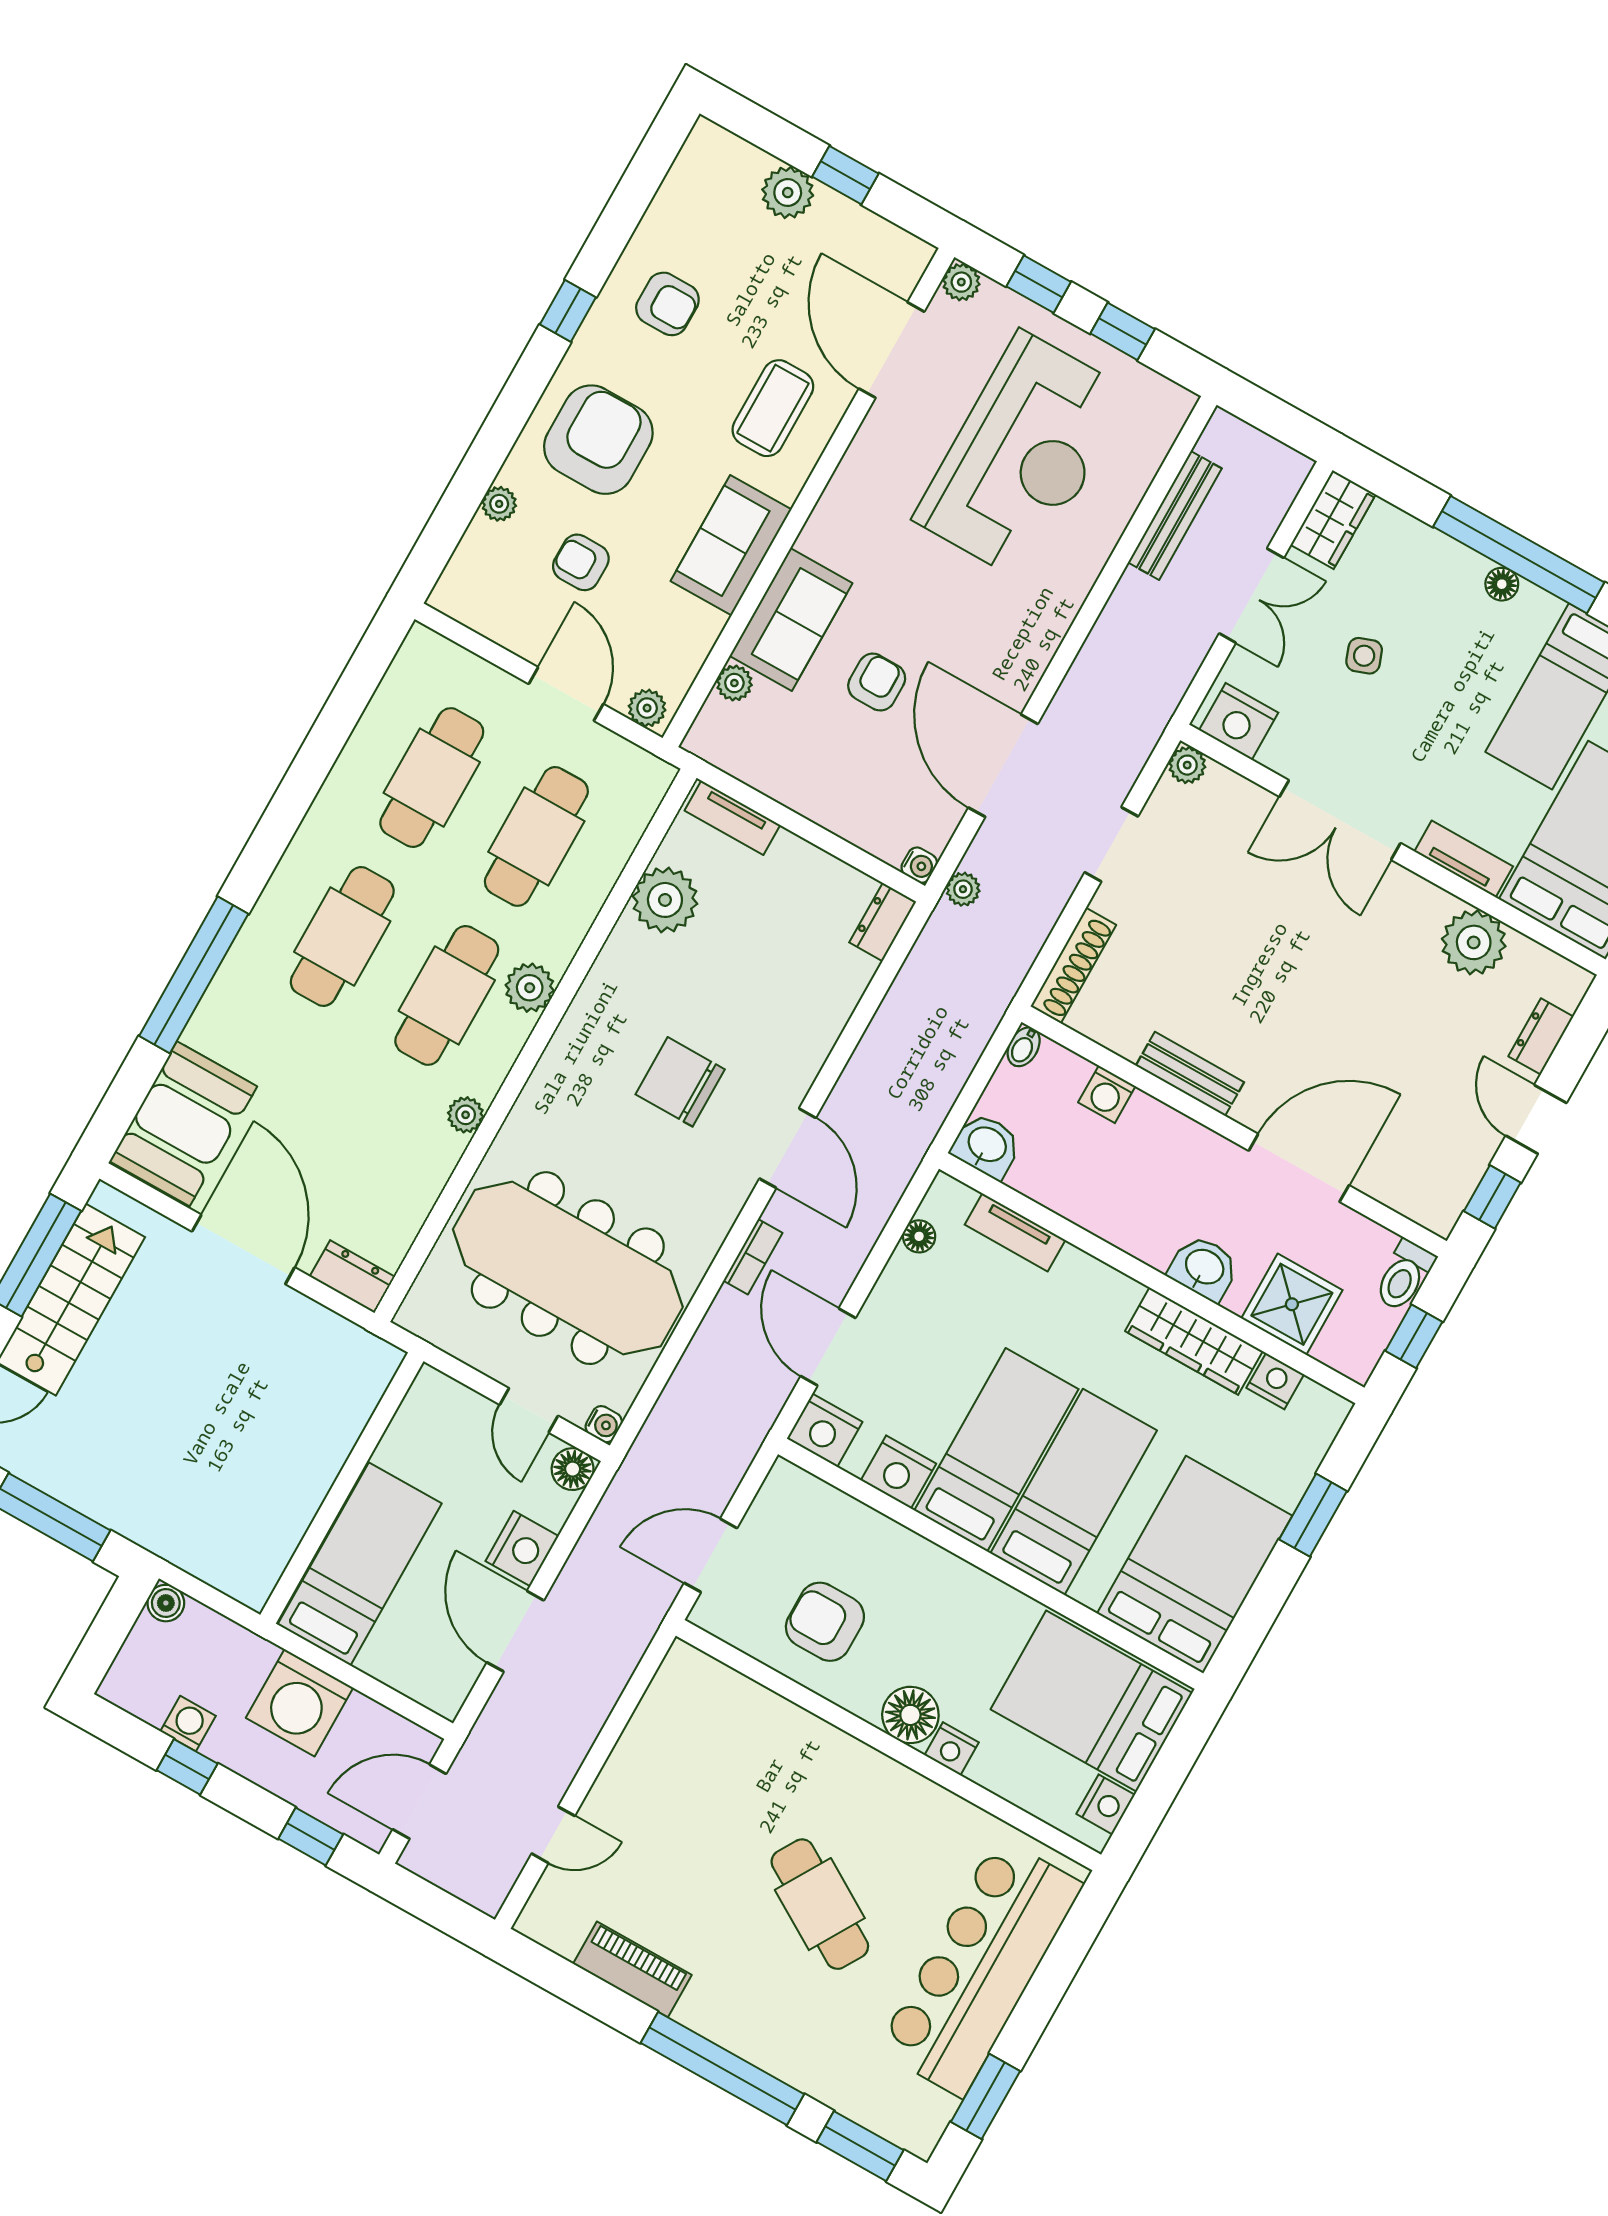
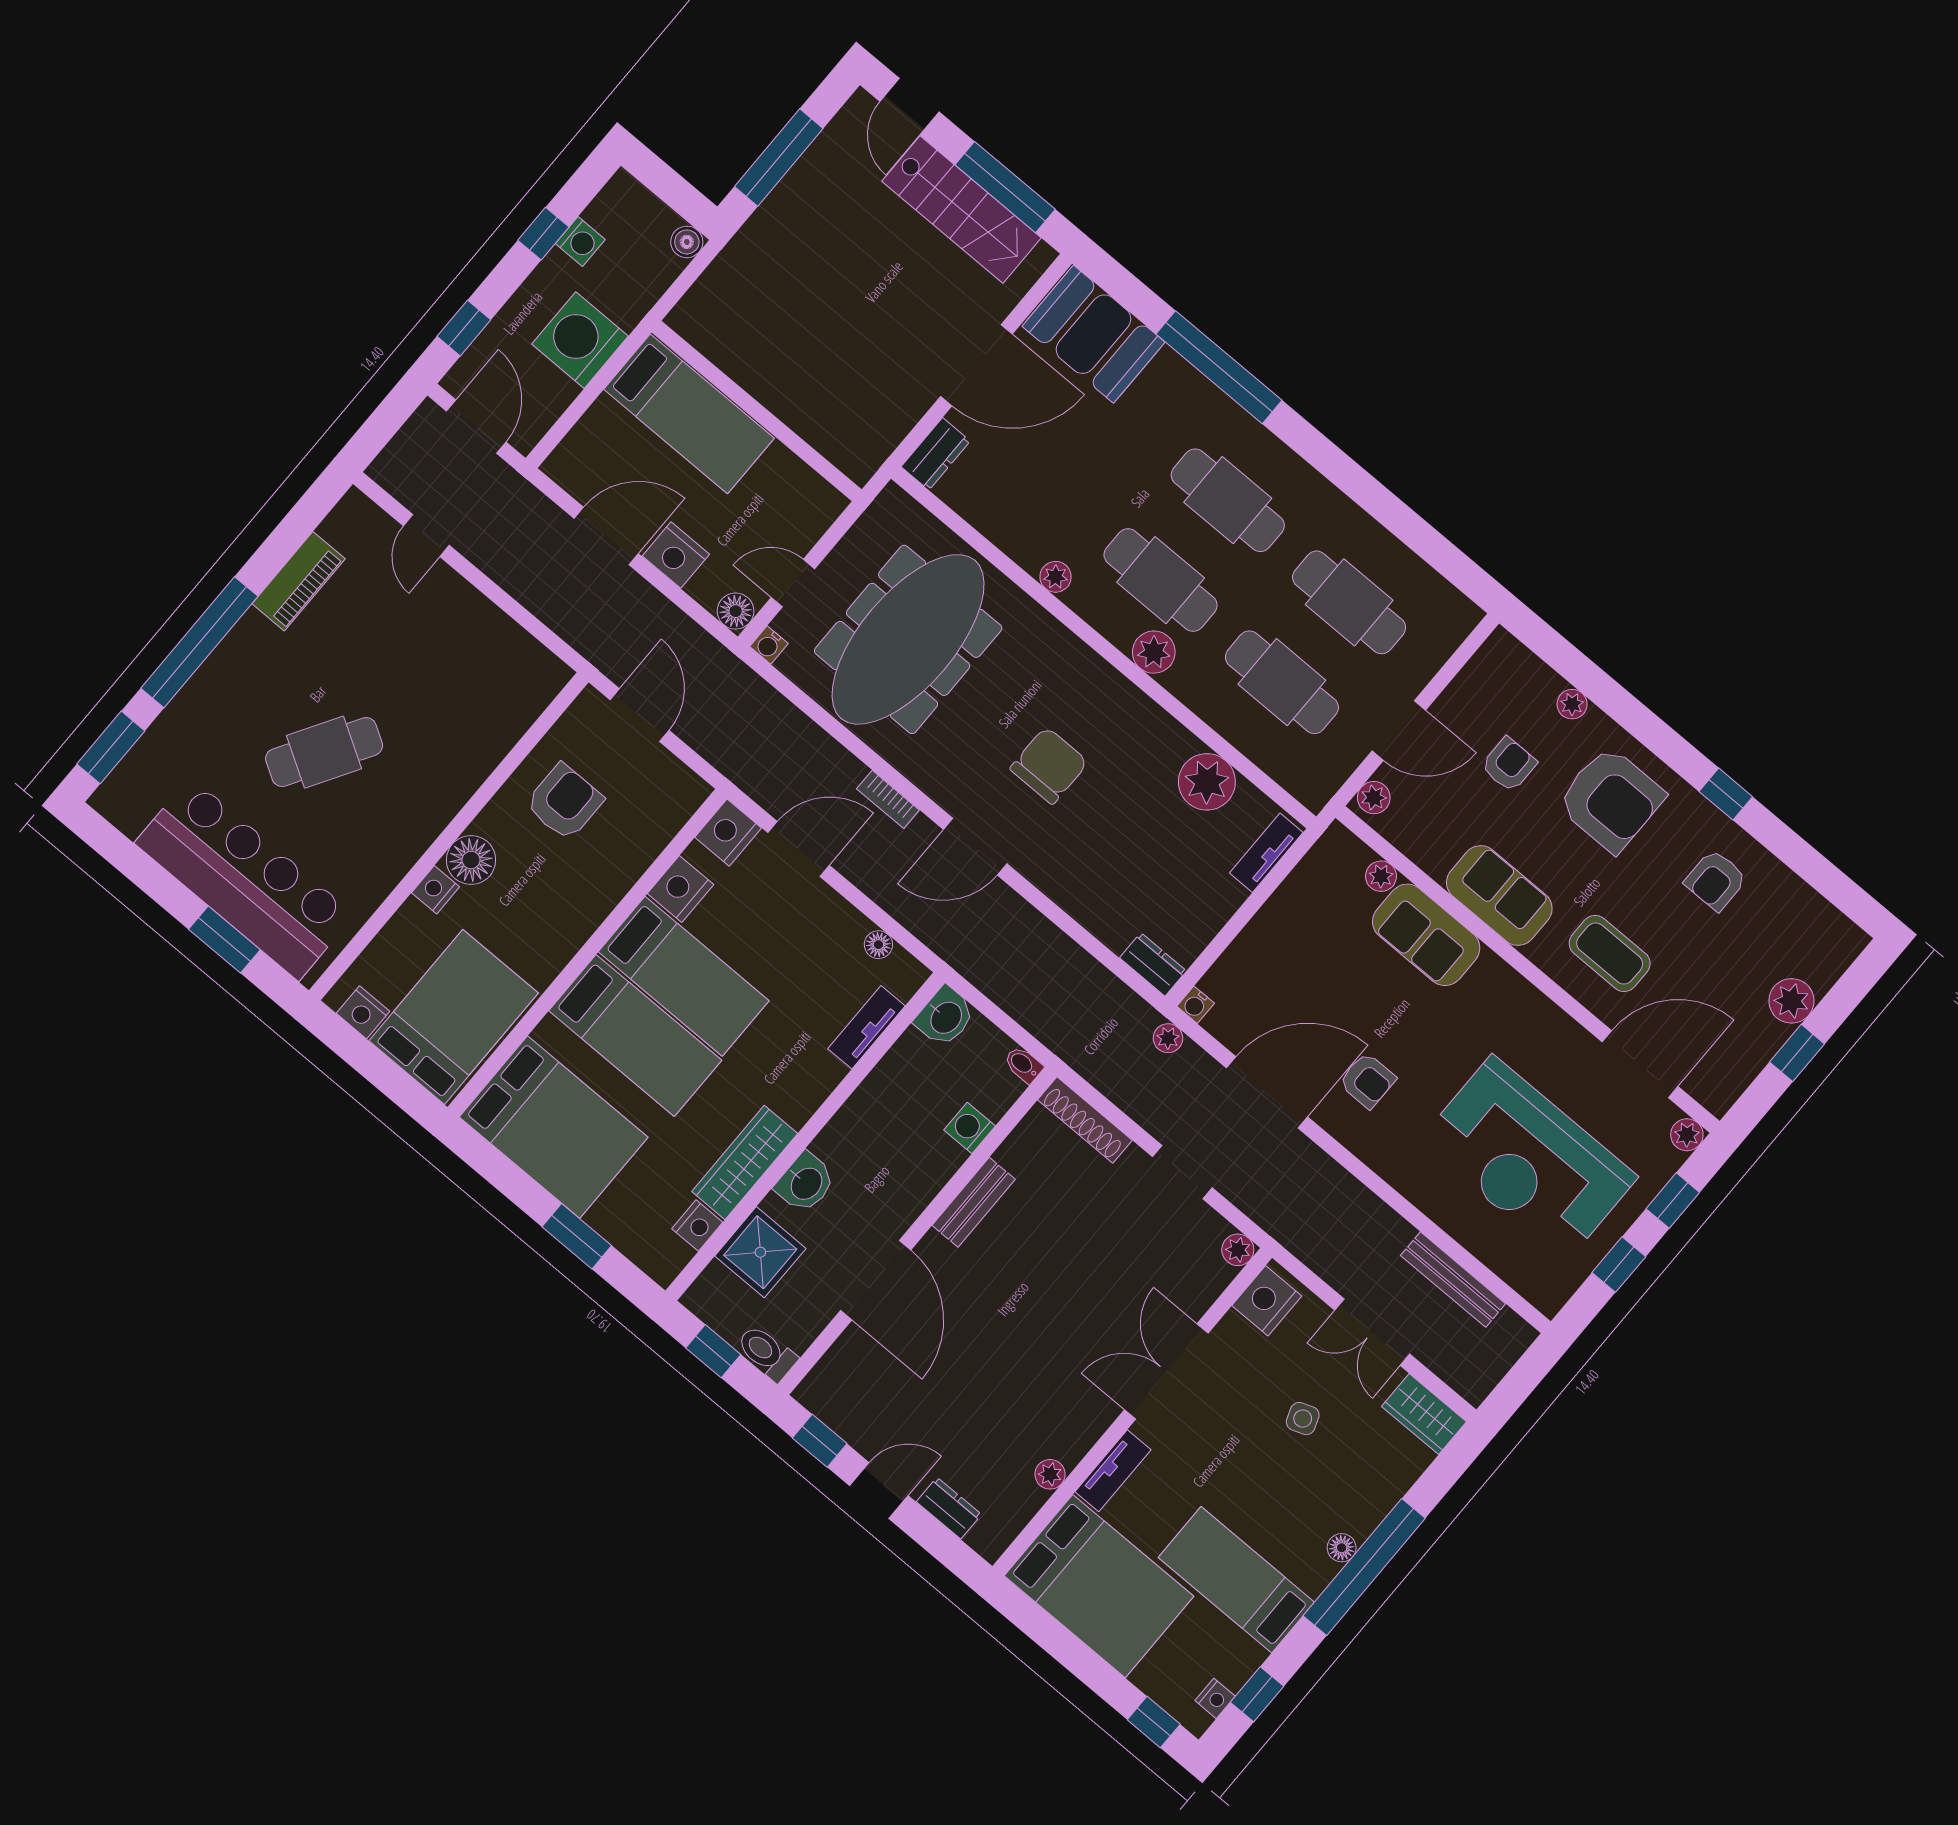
armchair: (877, 682) -> (1367, 1080), moved
plant: (1474, 942) -> (1050, 1474), width x0.53, depth x0.53
window: (985, 2096) -> (224, 939), moved

